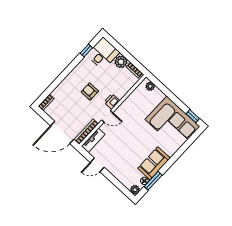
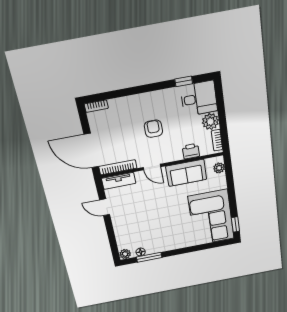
printer: (112, 101) -> (191, 151), moved
sofa: (154, 163) -> (186, 173), moved, turned 180

